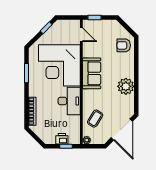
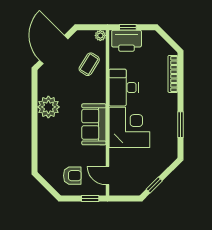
armchair: (124, 45) -> (72, 176), moved
corner desk: (59, 65) -> (129, 127), width x0.74, depth x0.74
printer: (62, 139) -> (127, 41), width x1.87, depth x1.48

